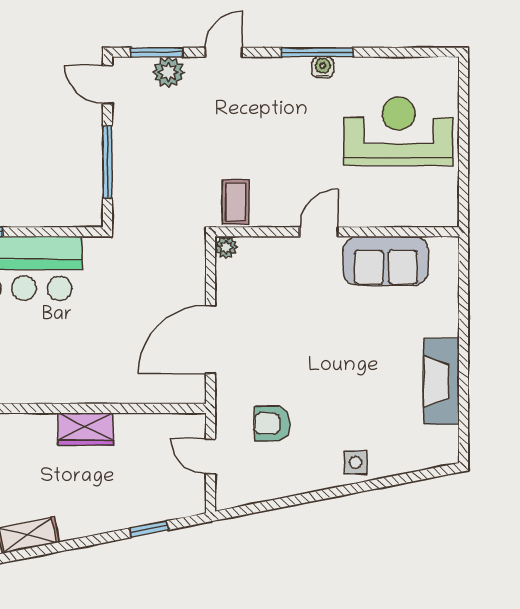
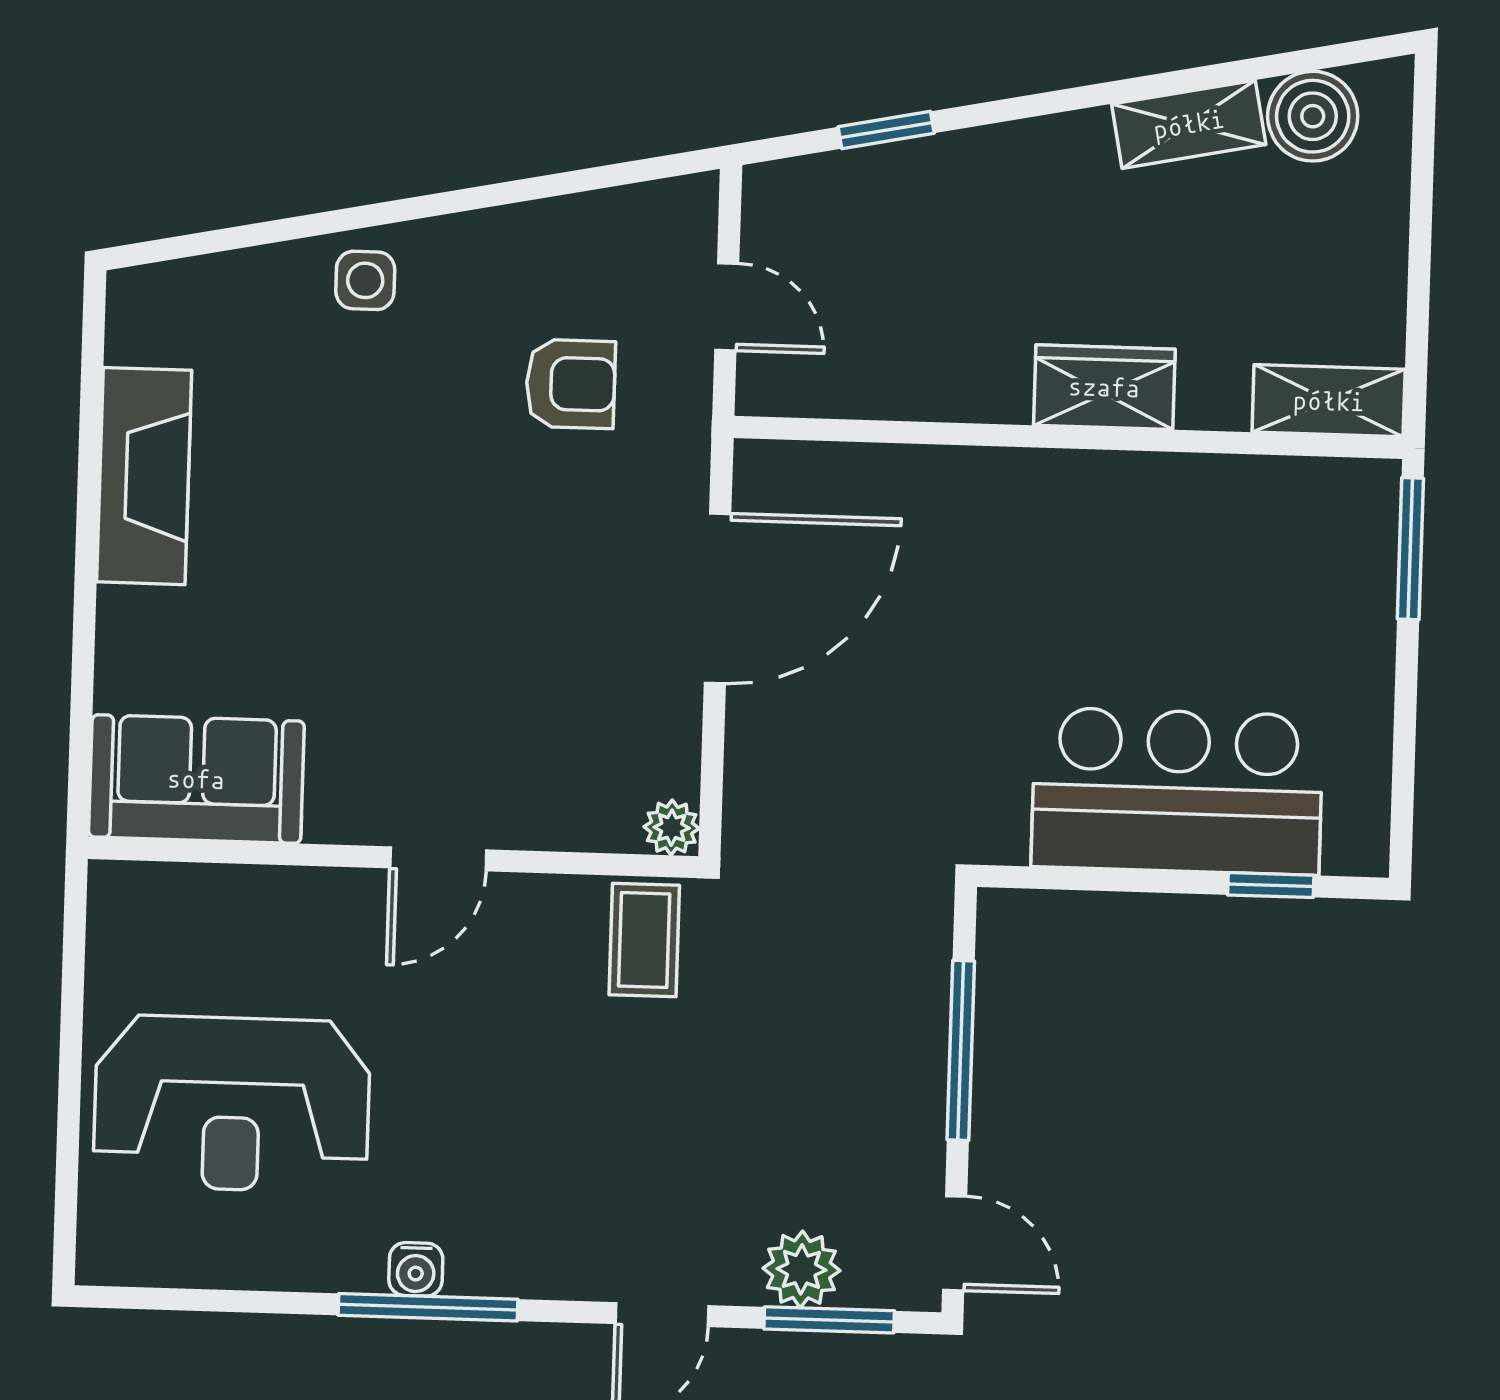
sofa: (386, 261) -> (196, 779), moved
wardrobe: (86, 429) -> (1104, 387), moved

